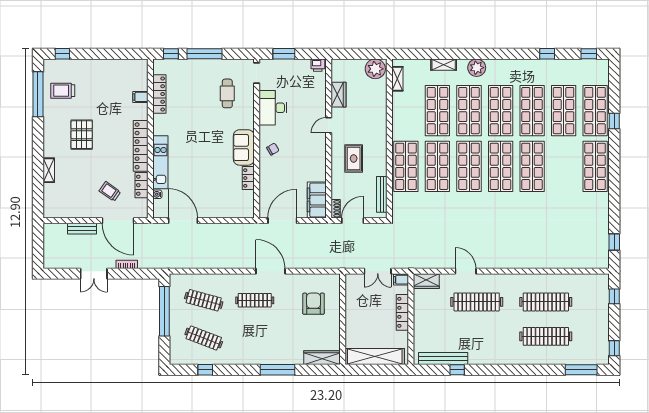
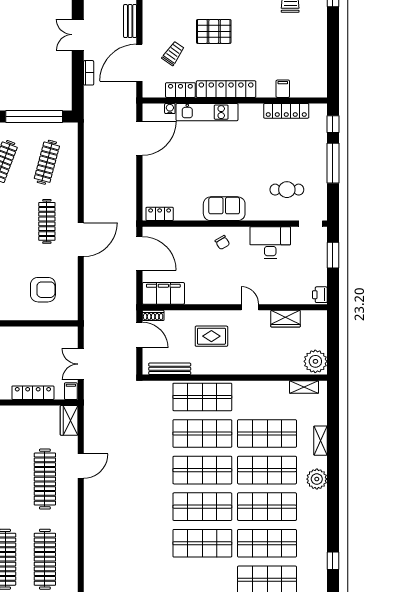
pallet: (82, 135) -> (214, 31), moved
locker: (248, 178) -> (160, 214), moved

